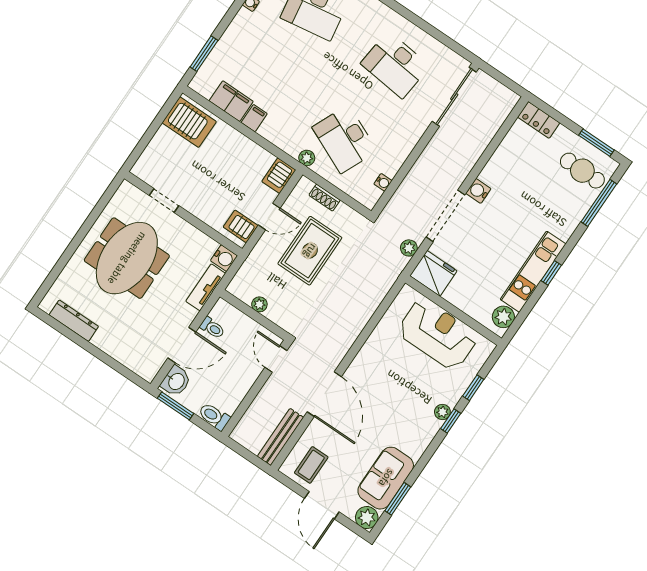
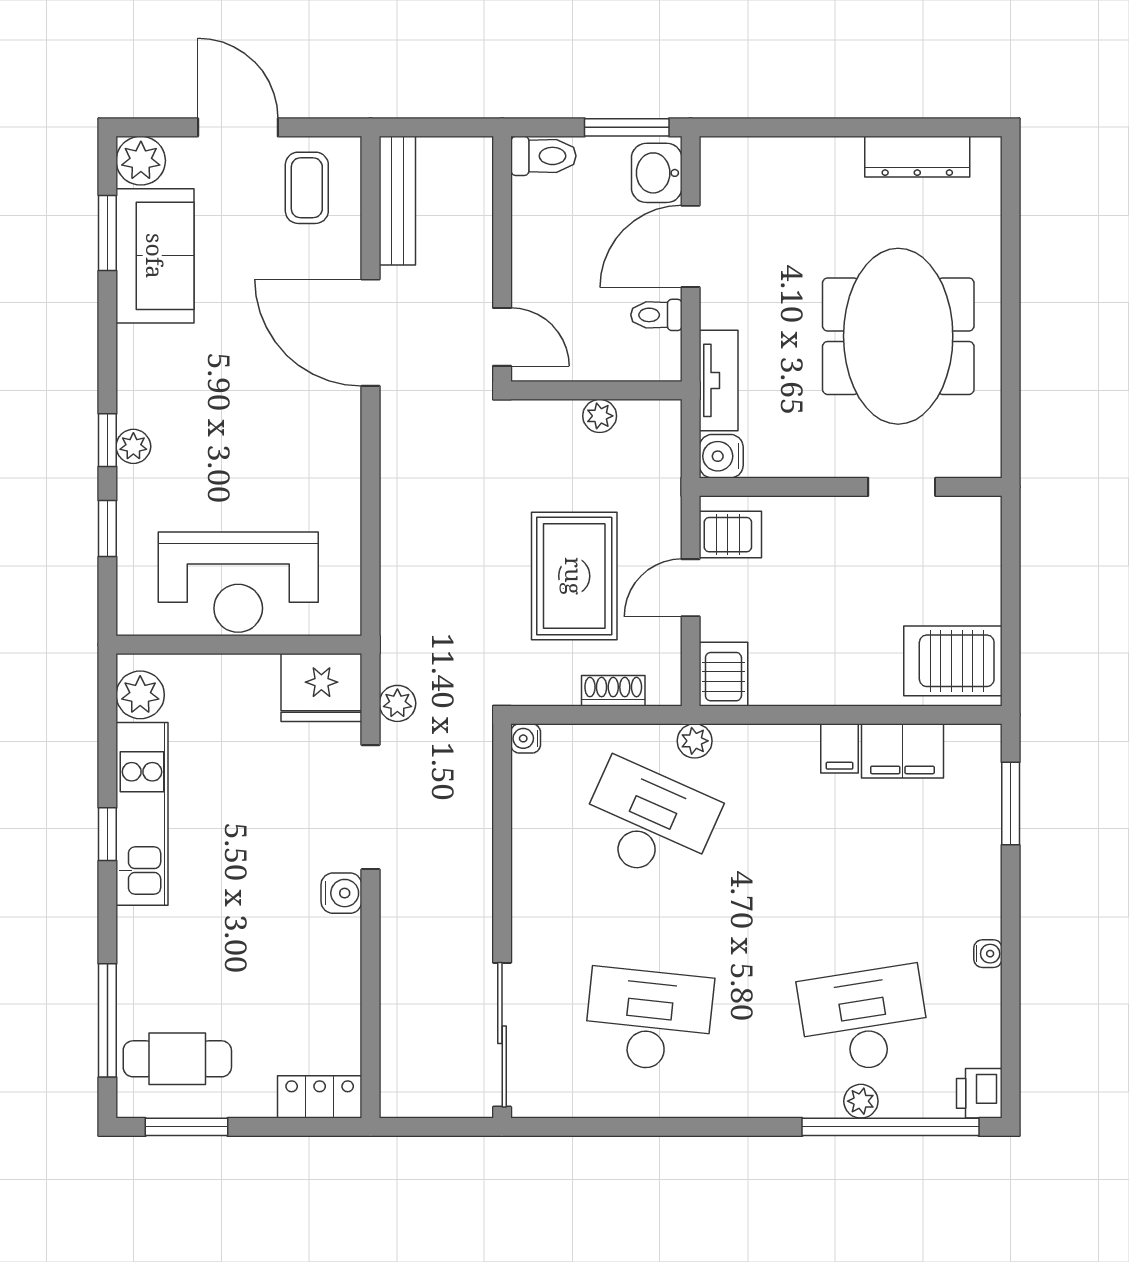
water cooler: (383, 182) -> (526, 738), moved

